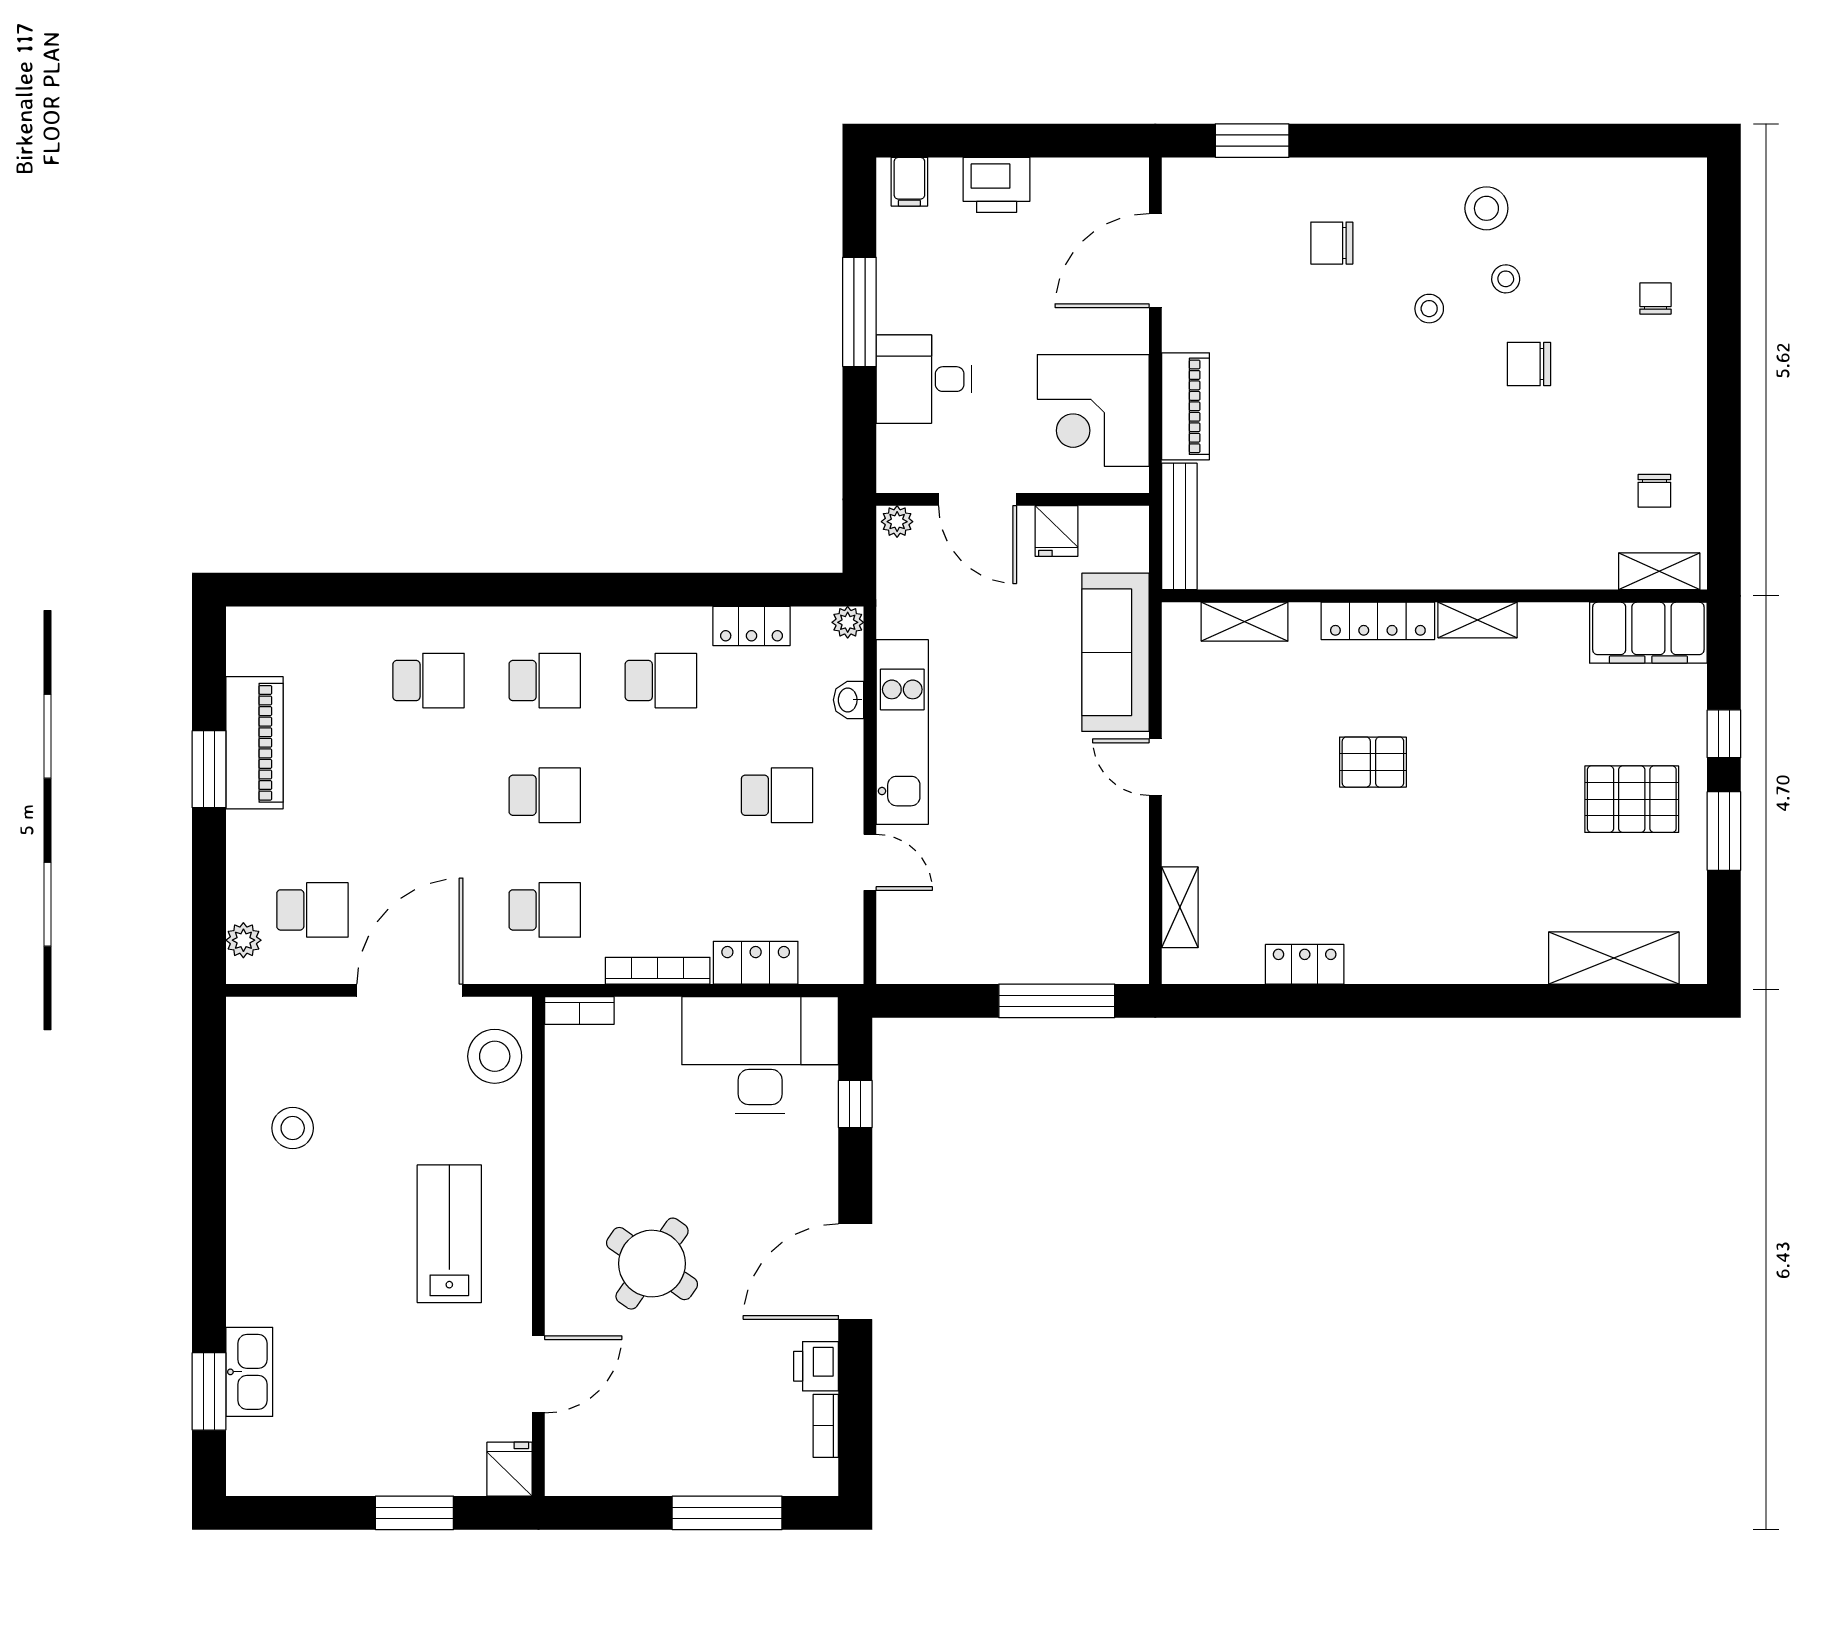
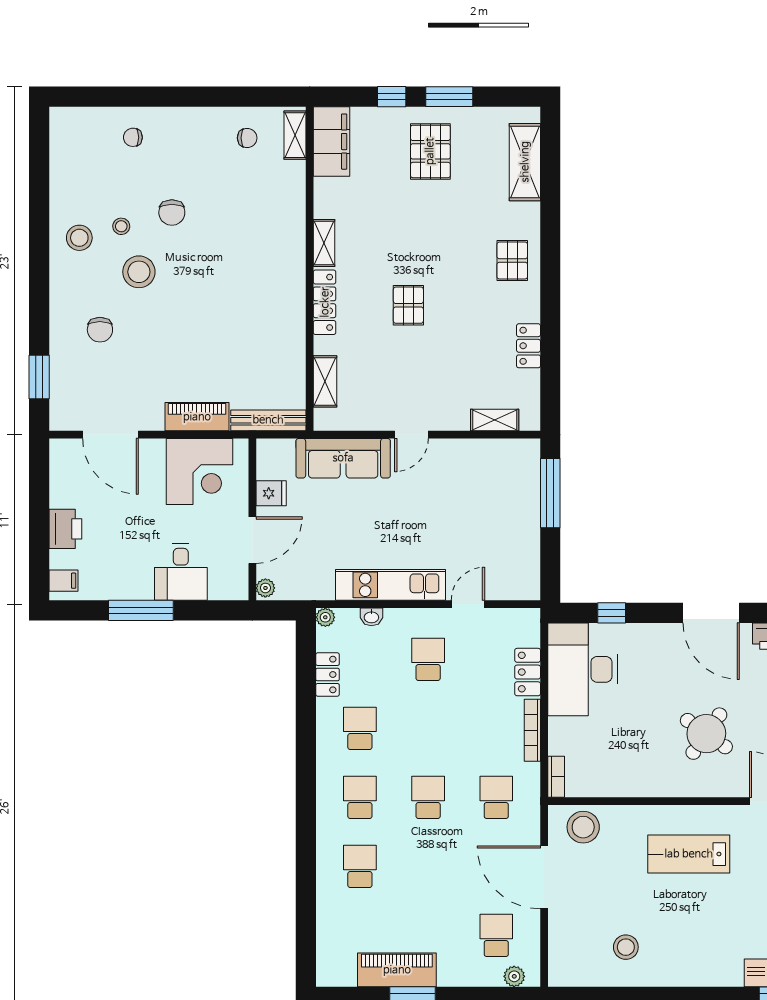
stool: (1429, 309) -> (139, 272), width x1.89, depth x1.89
pallet: (1448, 937) -> (512, 260), added

